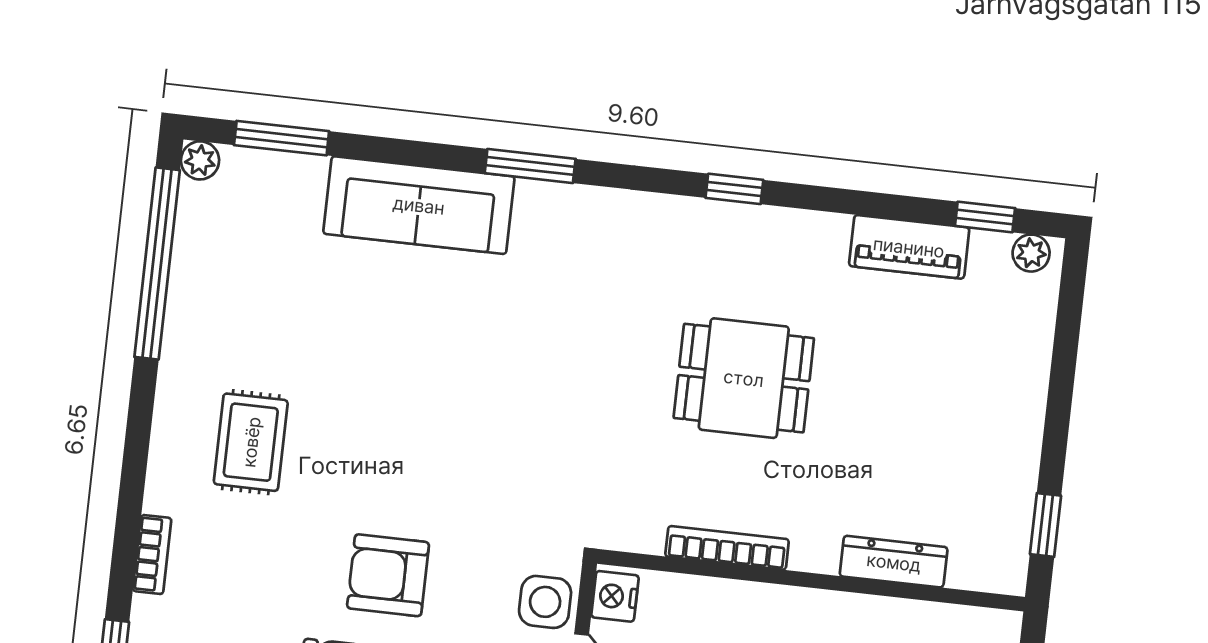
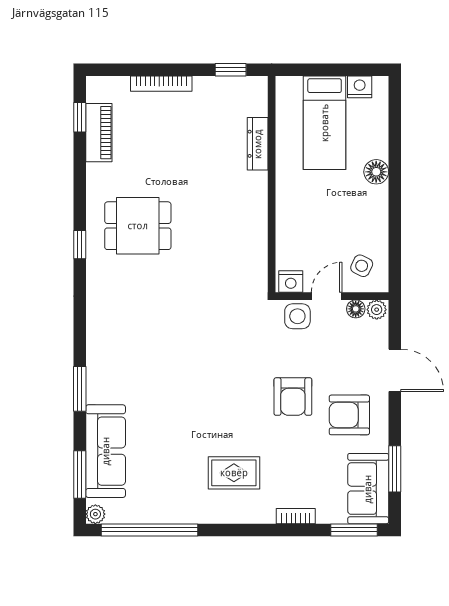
window: (530, 166) -> (80, 389), moved
sofa: (419, 205) -> (106, 451), moved
piano: (909, 247) -> (99, 133), moved
plant: (1031, 253) -> (95, 92), removed
dining table: (744, 378) -> (138, 226), moved, turned 90
bookcase: (727, 548) -> (161, 84), moved, turned -90

